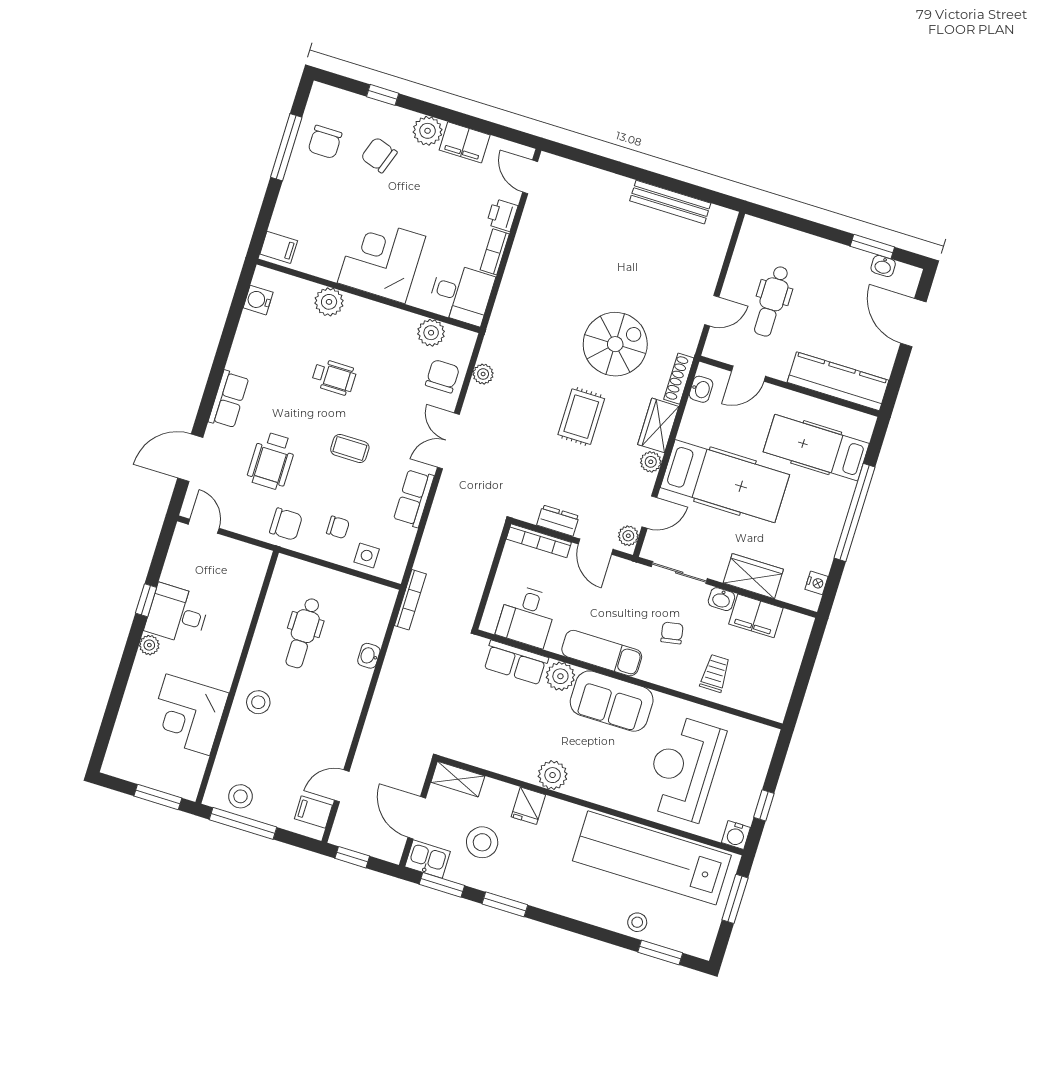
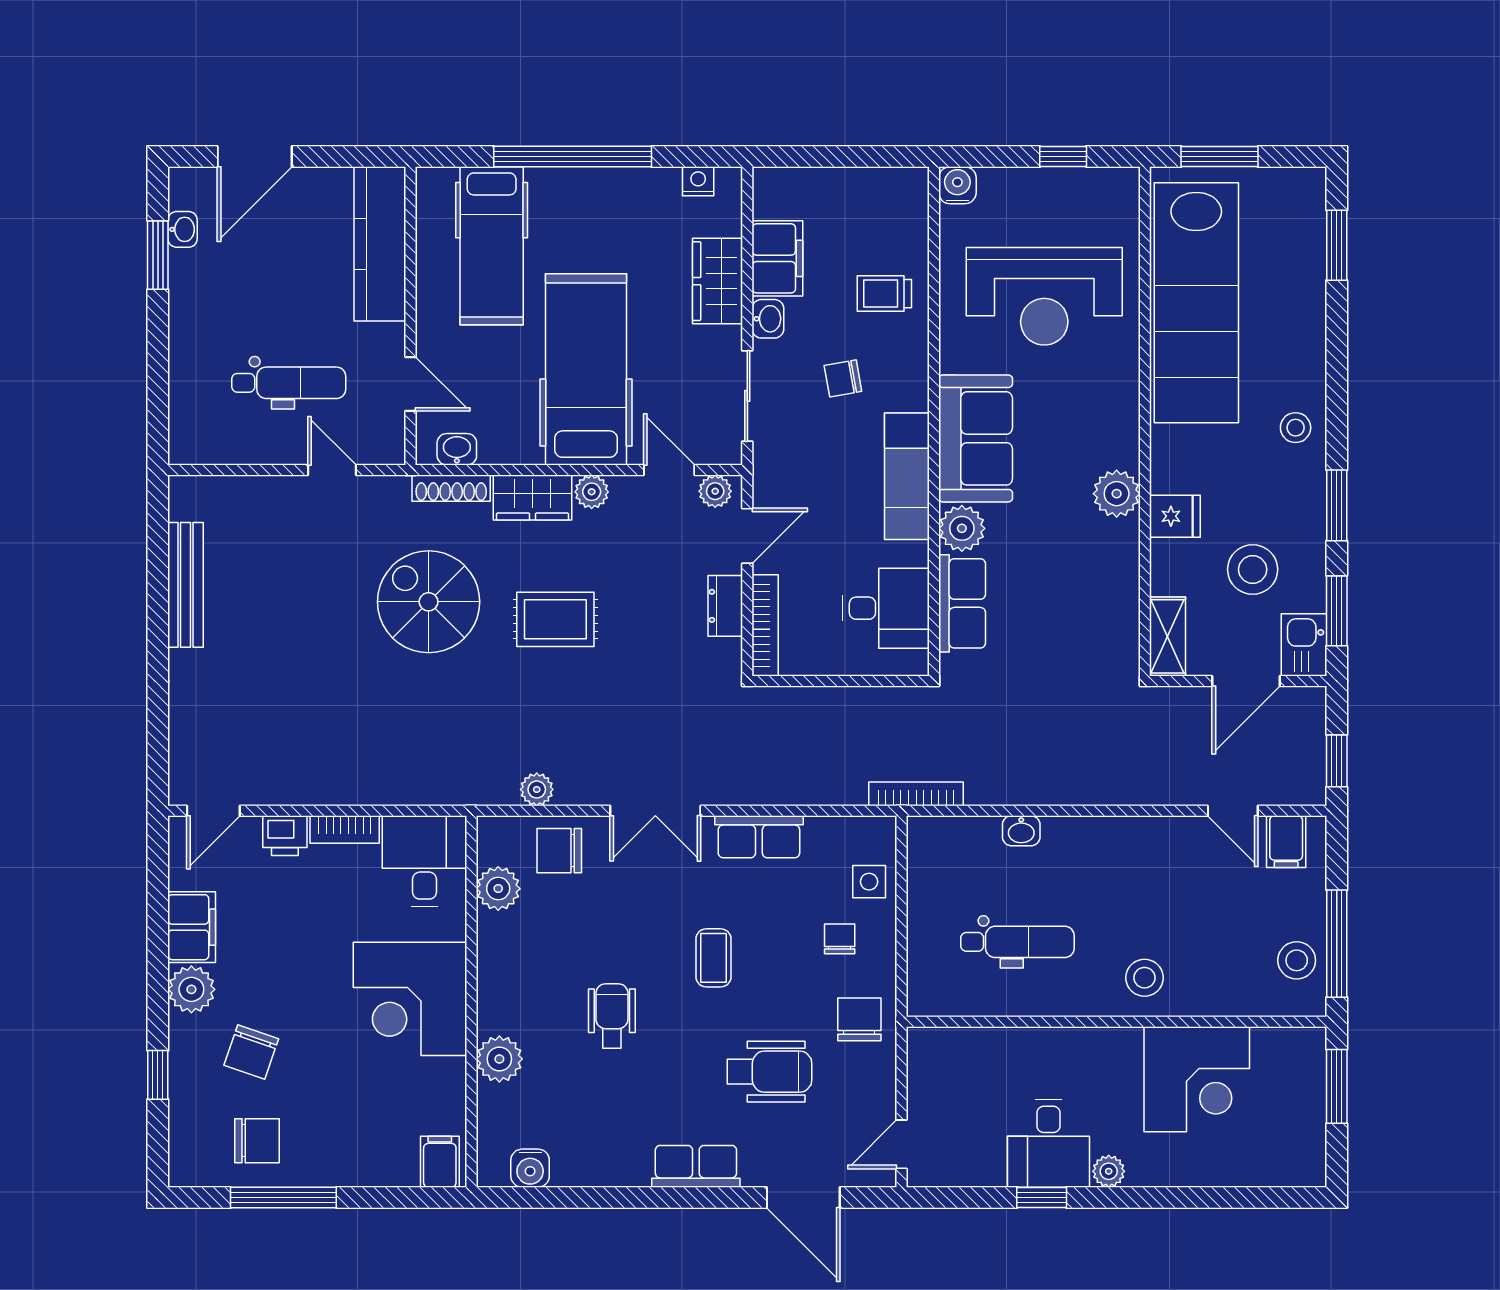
water cooler: (736, 835) -> (957, 185), moved, turned -90
stool: (637, 922) -> (1296, 428), moved

